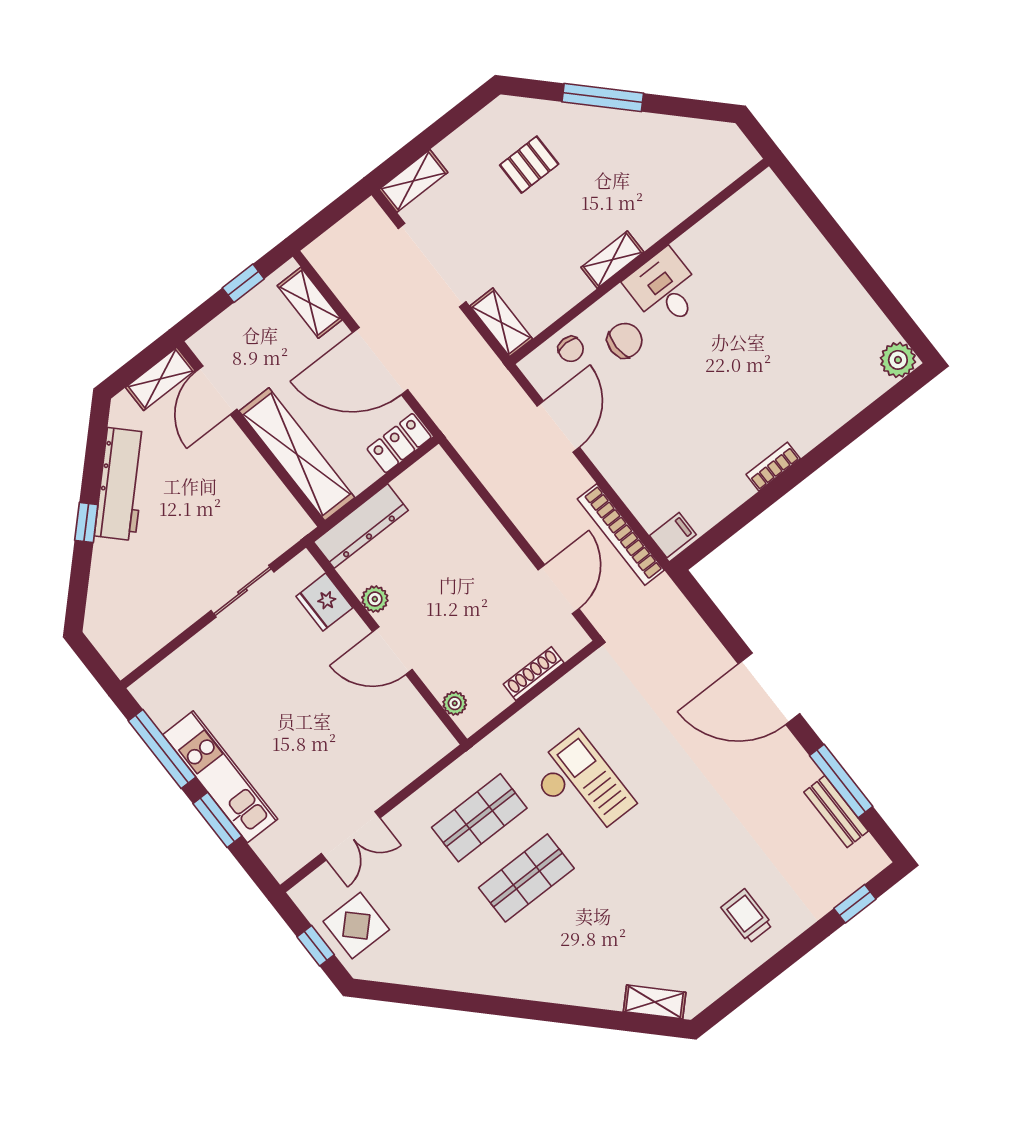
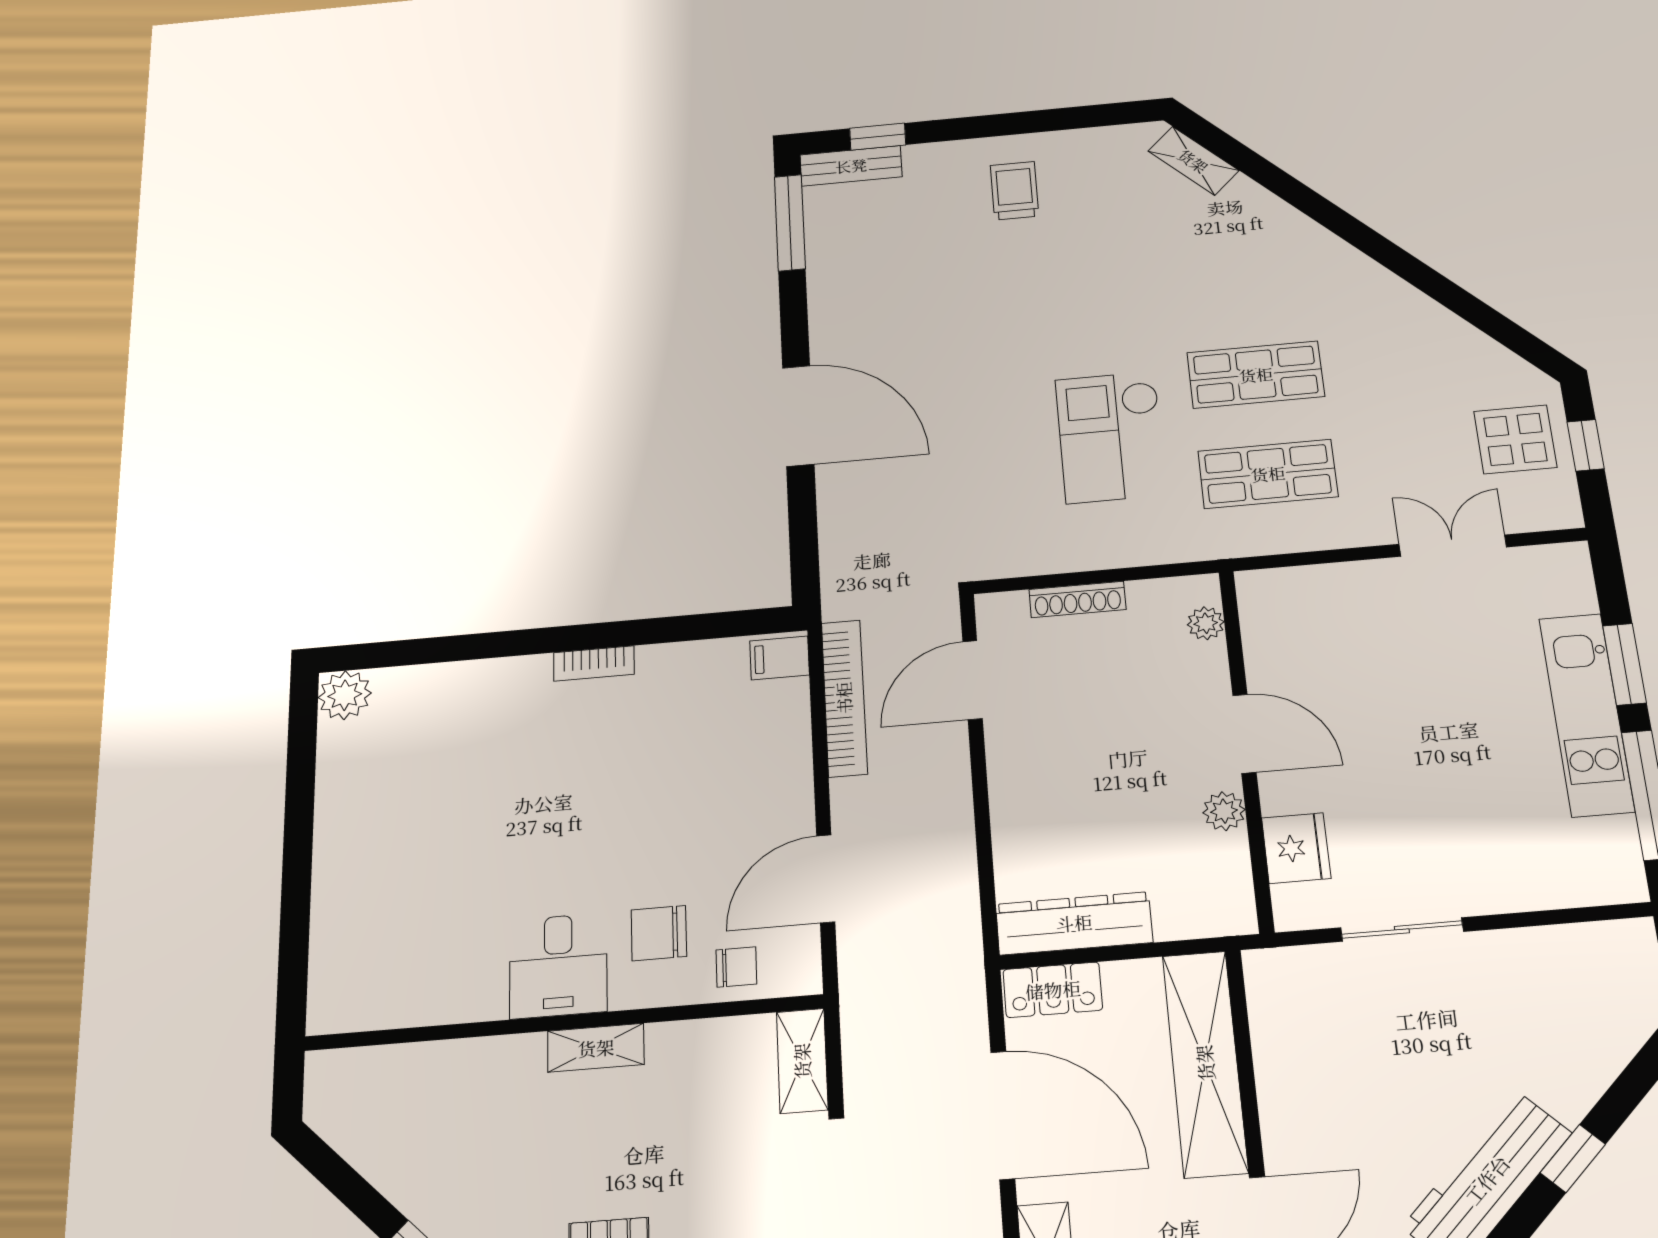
chair: (571, 349) -> (736, 967), turned 90
dresser: (361, 526) -> (1074, 923), moved
window: (841, 781) -> (790, 223), moved
bench: (836, 812) -> (851, 166), moved, turned 90
trolley: (747, 916) -> (1014, 191), turned 180

